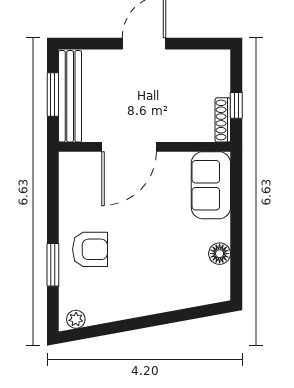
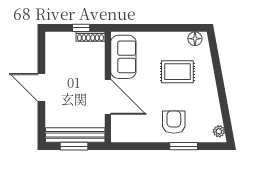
sofa: (211, 185) -> (123, 57), moved, turned -90
floor lamp: (220, 254) -> (195, 39), moved
rug: (168, 255) -> (177, 72), added

